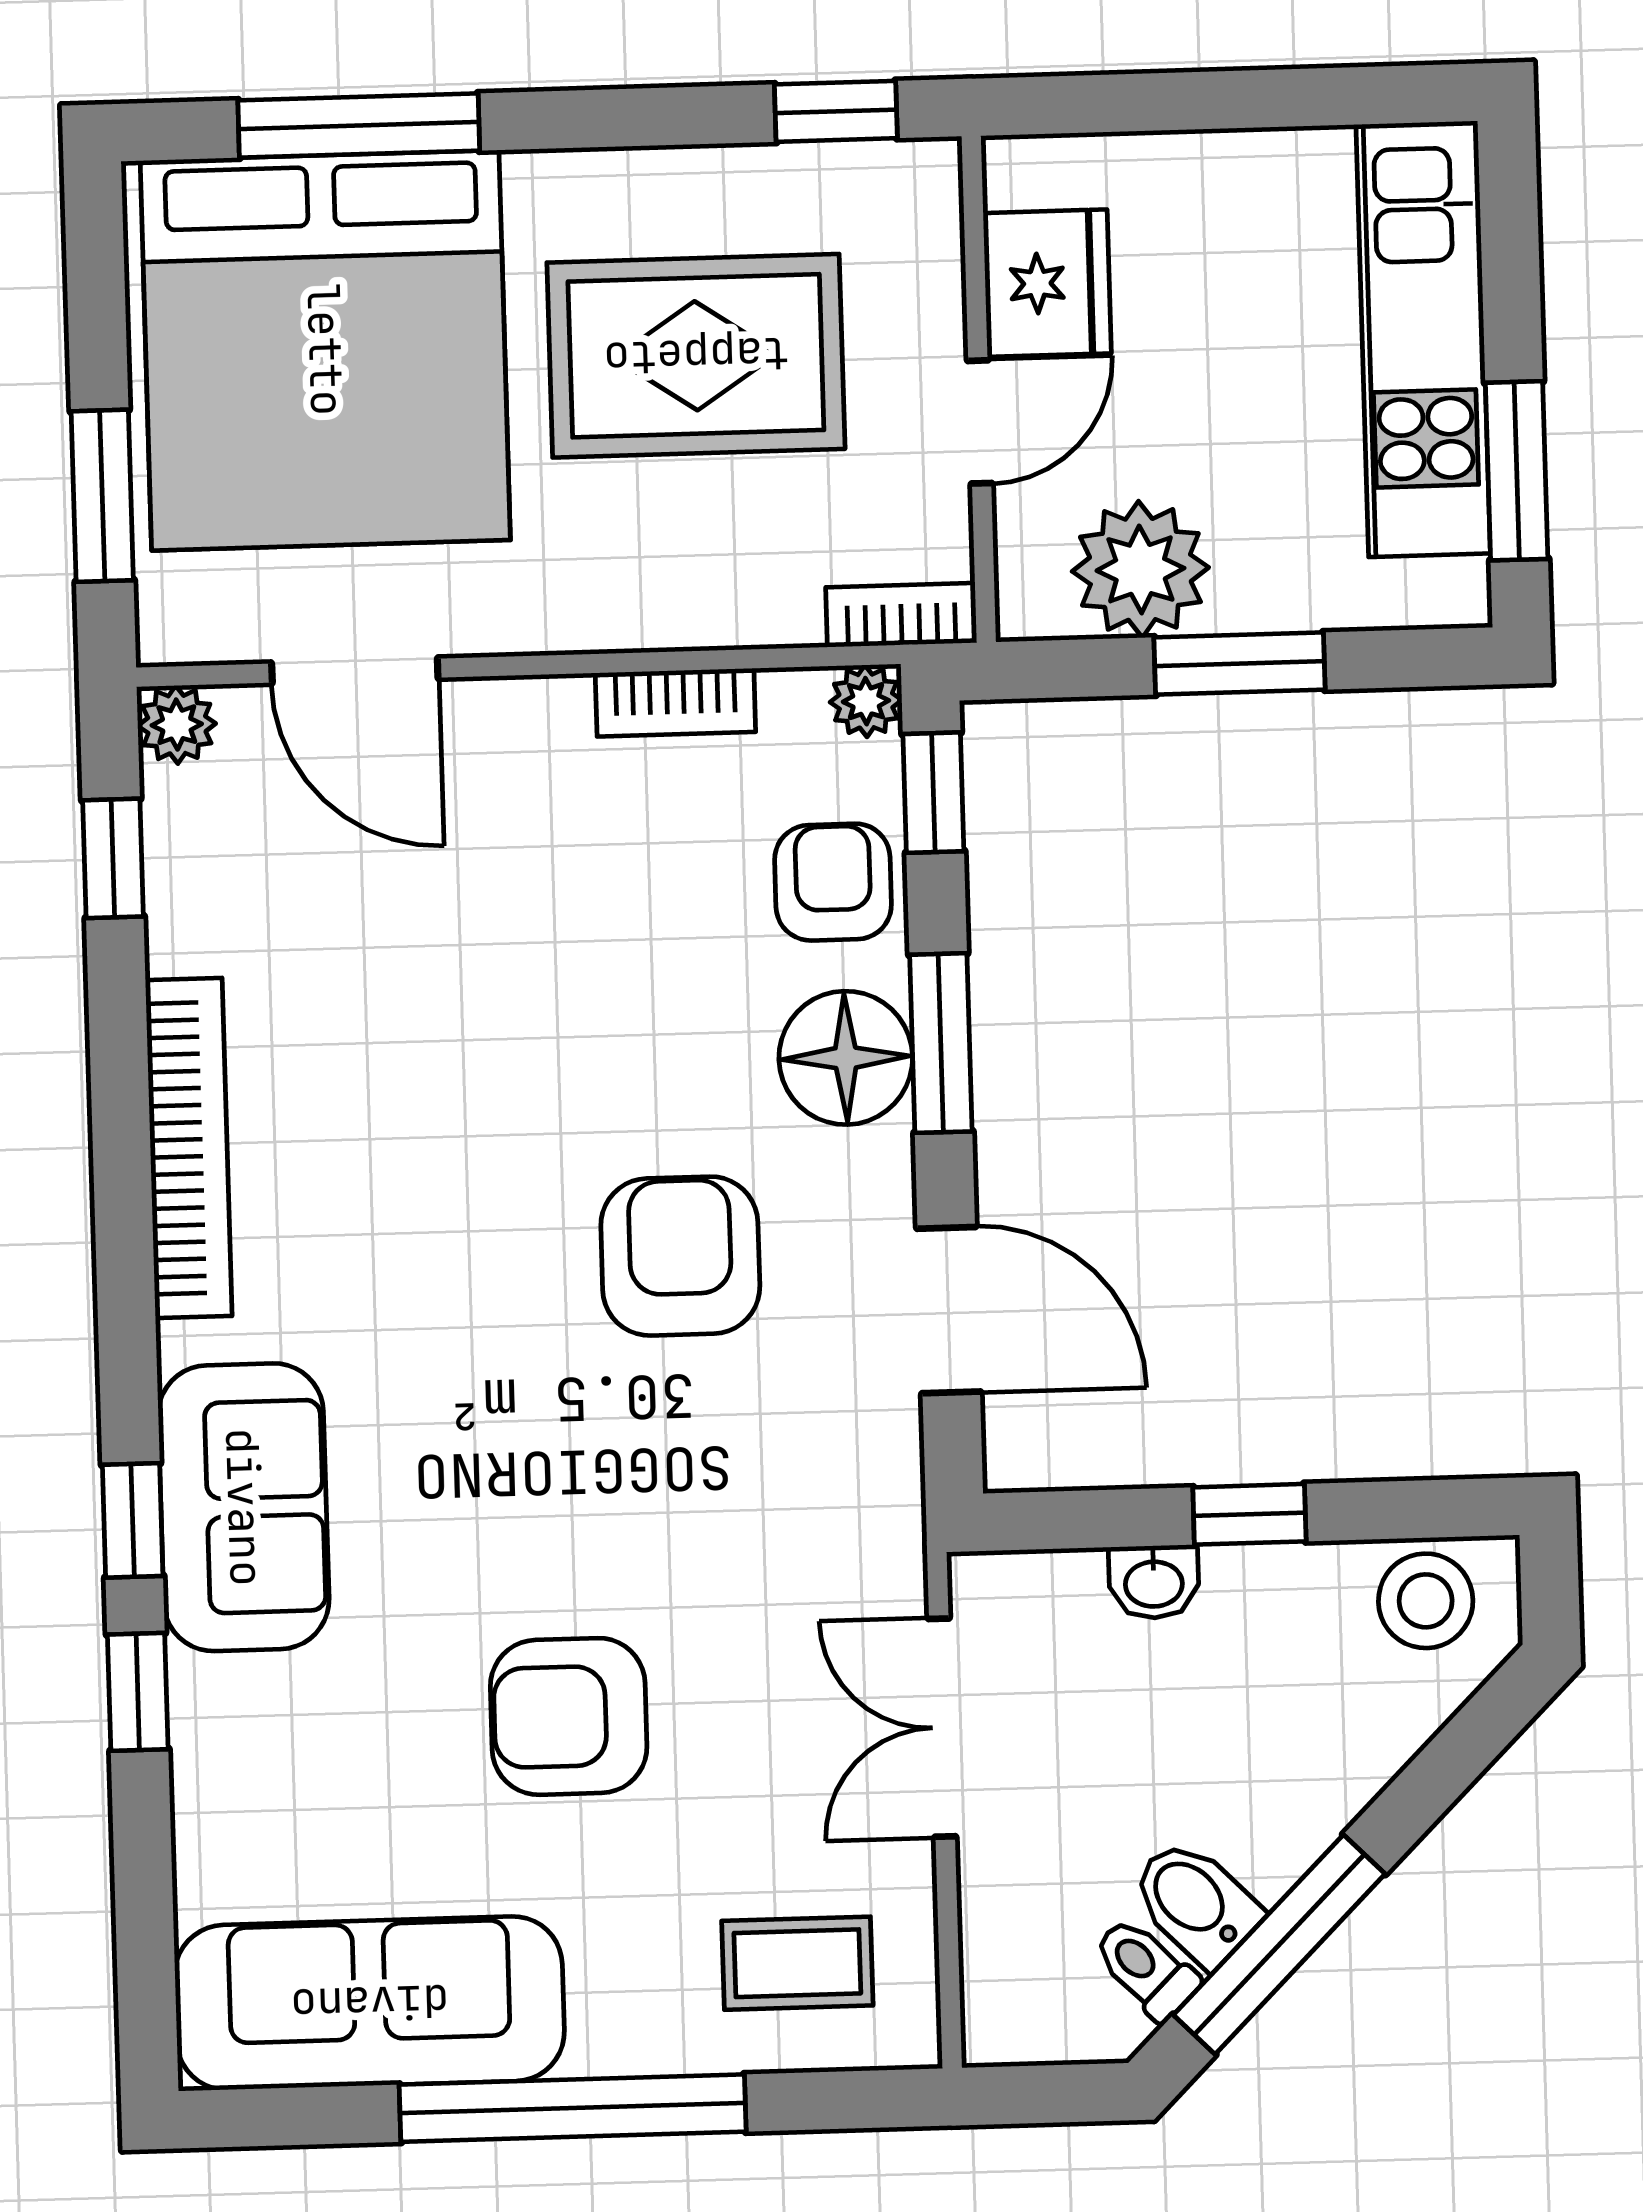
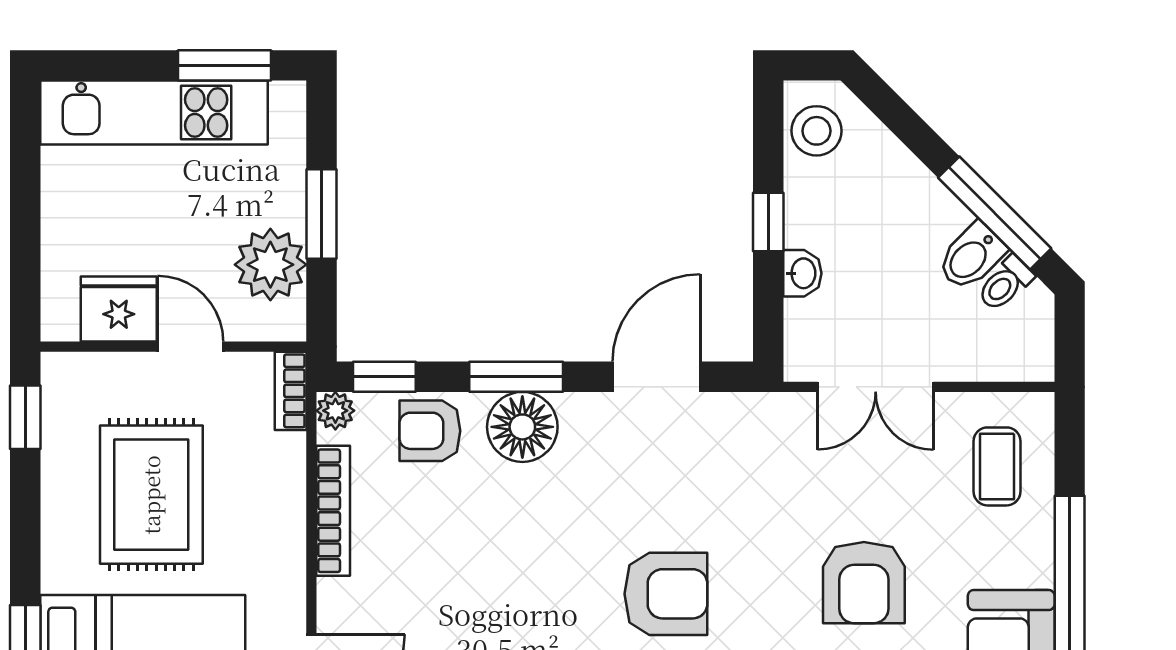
bookcase: (675, 702) -> (333, 511), width x1.56
armchair: (680, 1256) -> (666, 594), moved, turned 180

